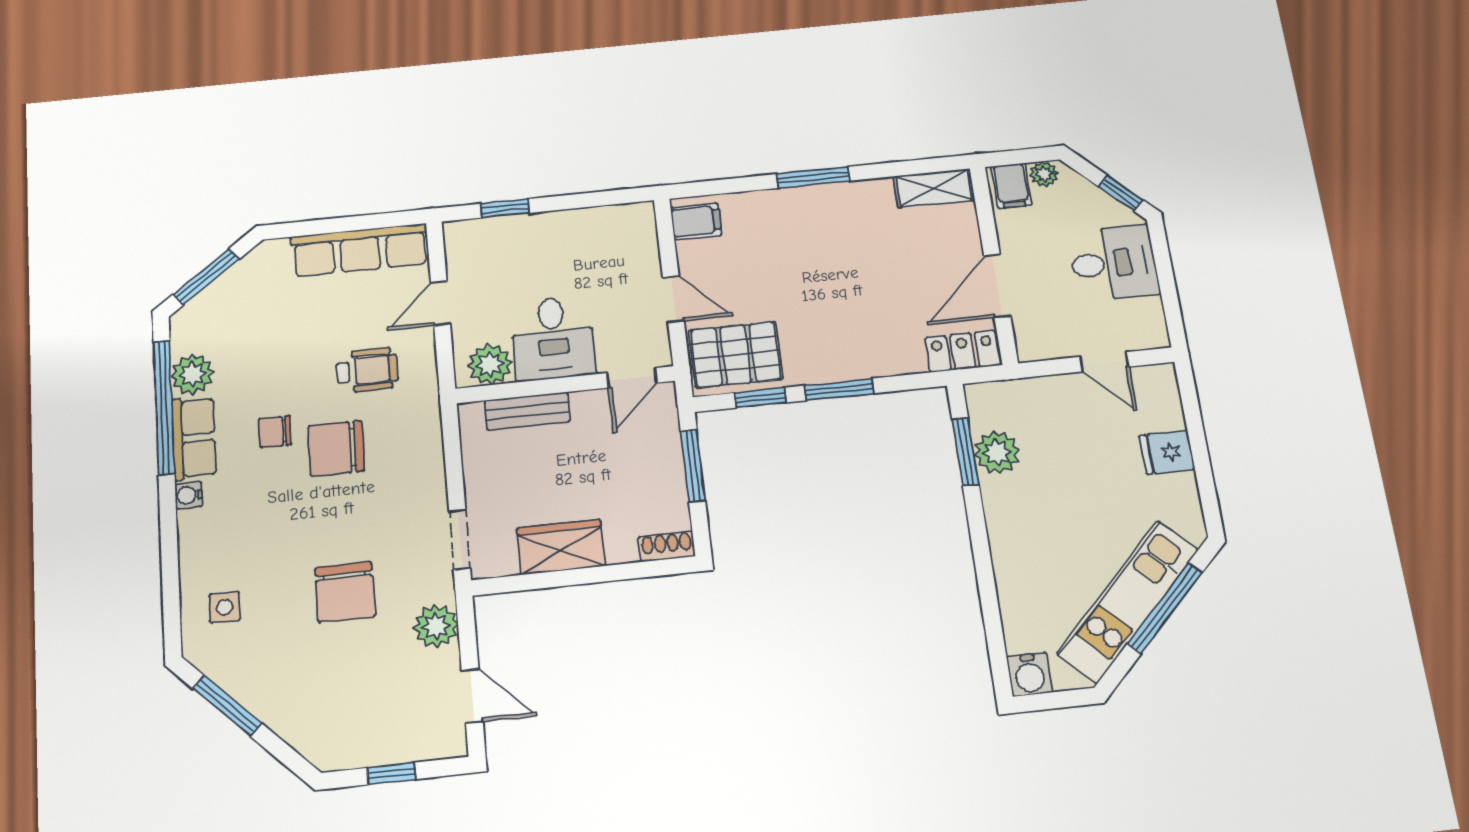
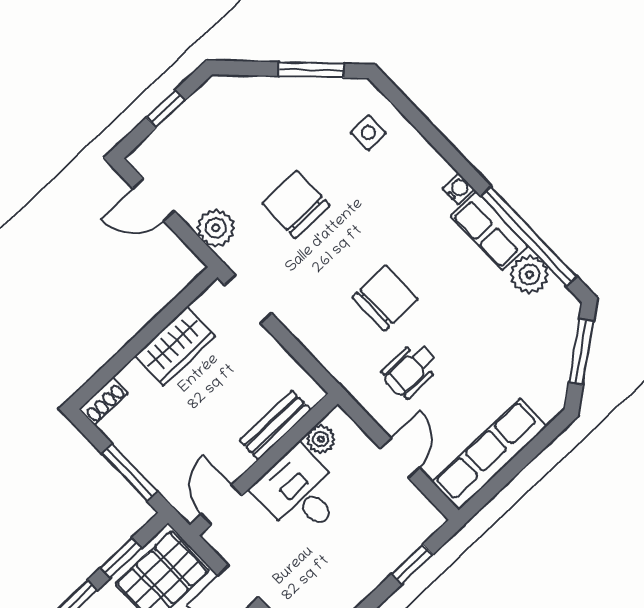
plant: (490, 364) -> (321, 439), width x0.73, depth x0.73
chair: (275, 432) -> (437, 278), removed

